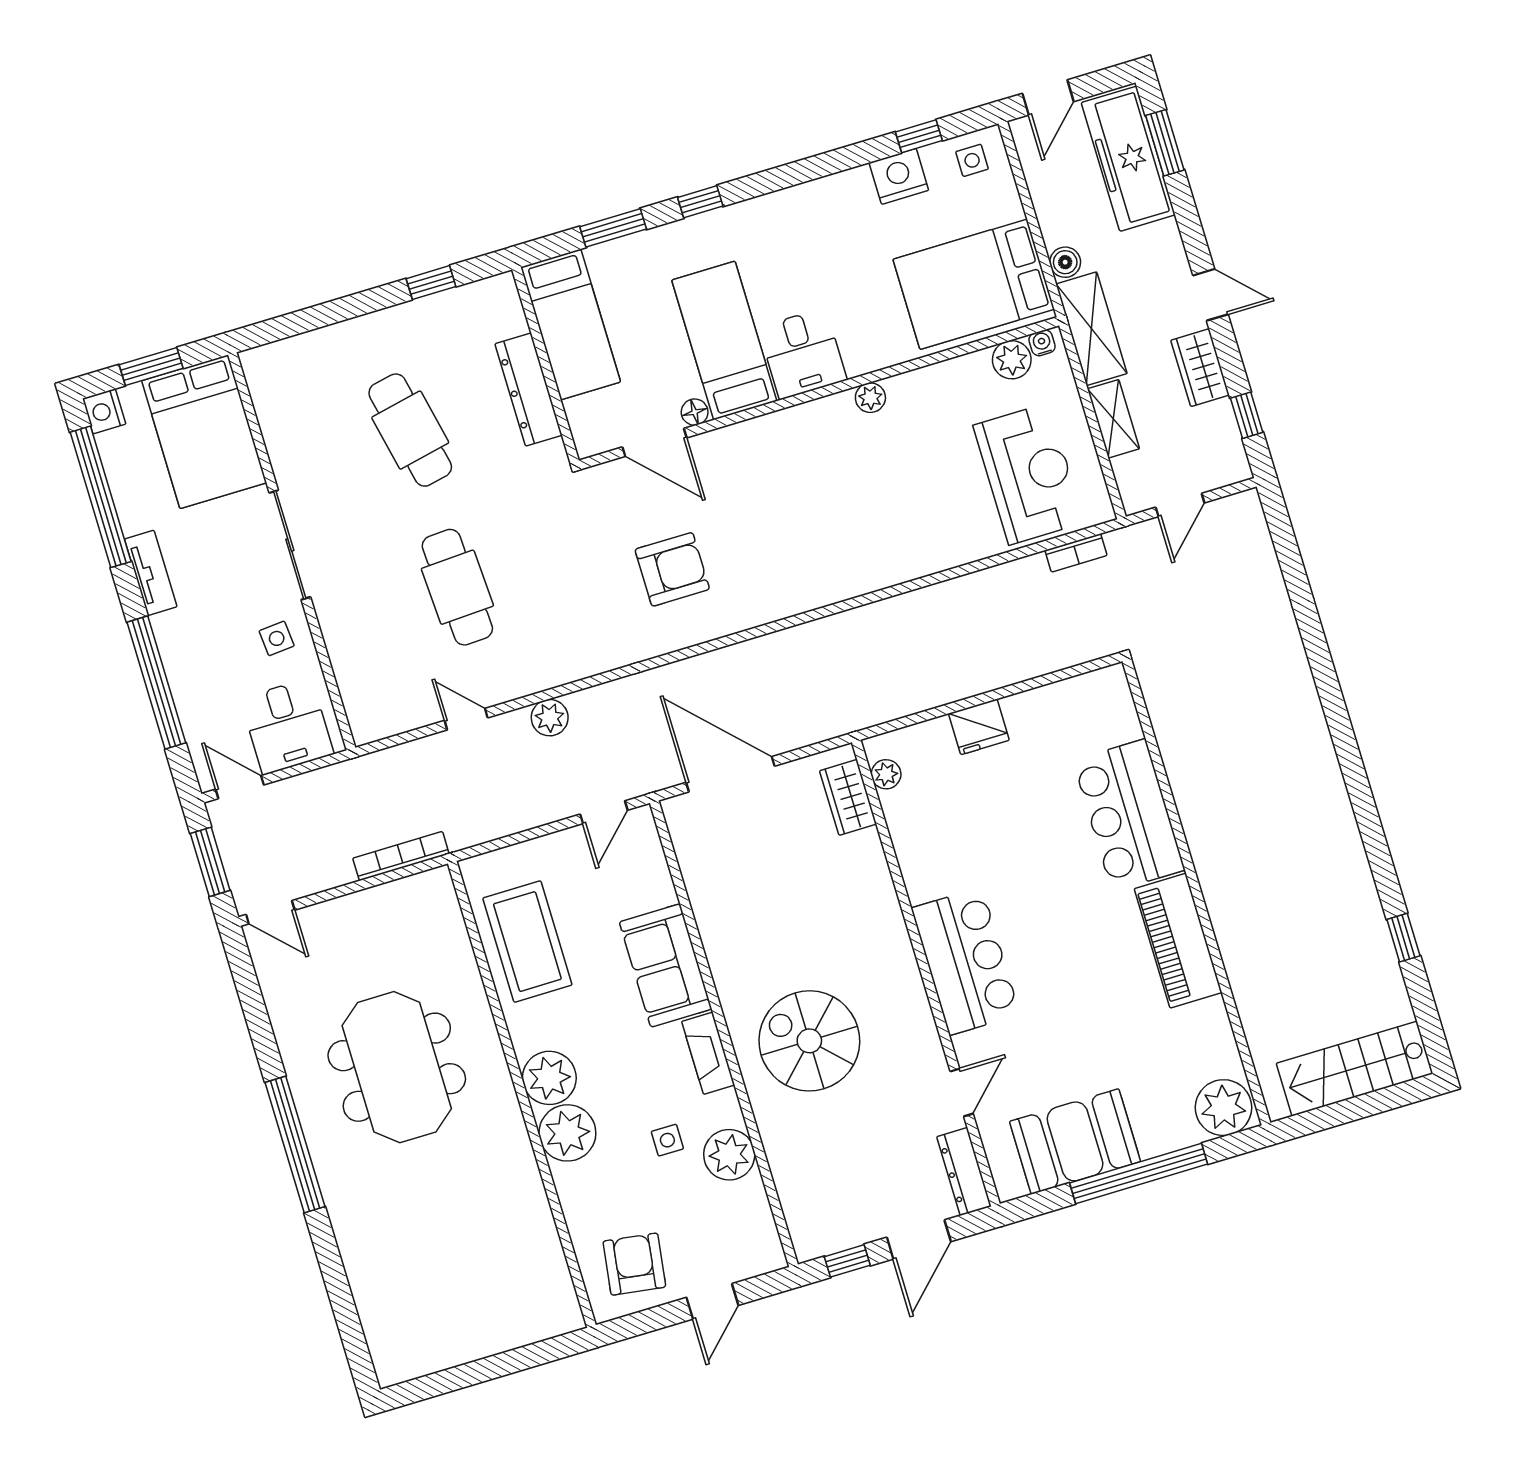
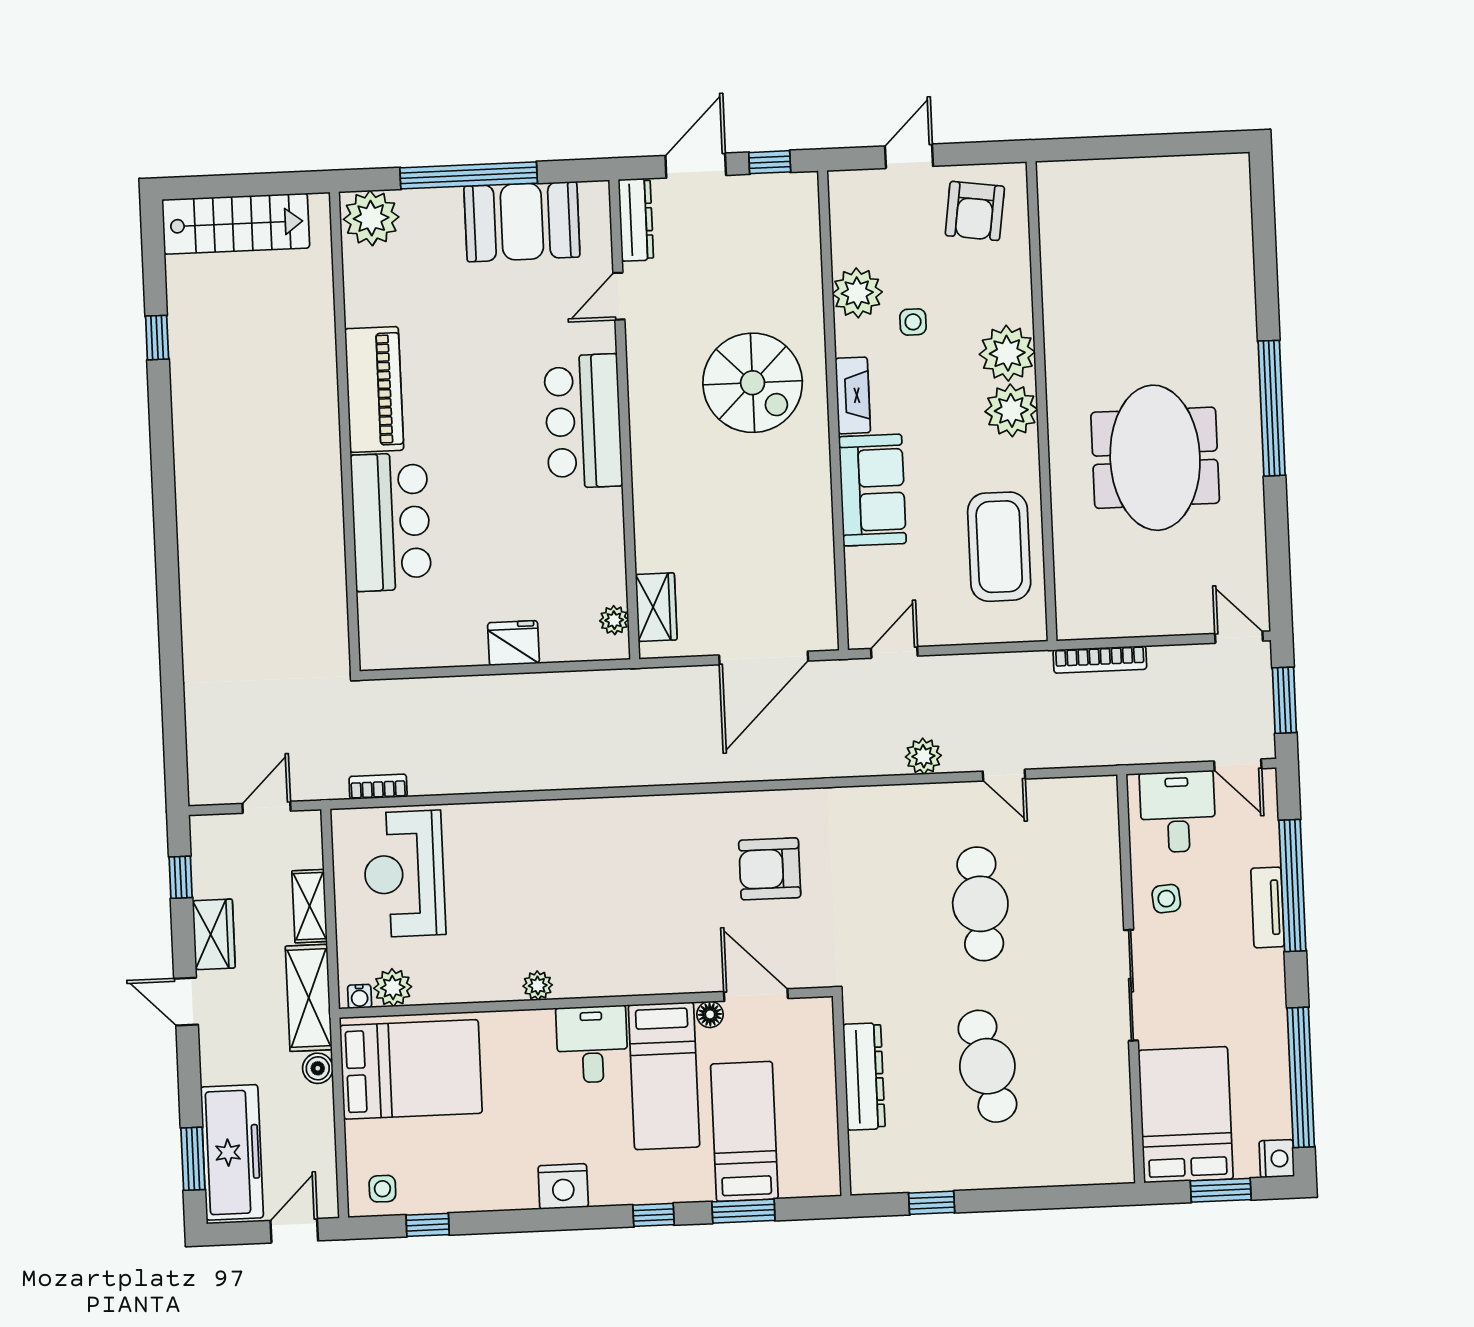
nightstand: (899, 176) -> (563, 1186), moved
bed: (571, 324) -> (744, 1131), moved
tv unit: (151, 573) -> (1268, 907), moved
door: (730, 774) -> (764, 658), hinge flipped

